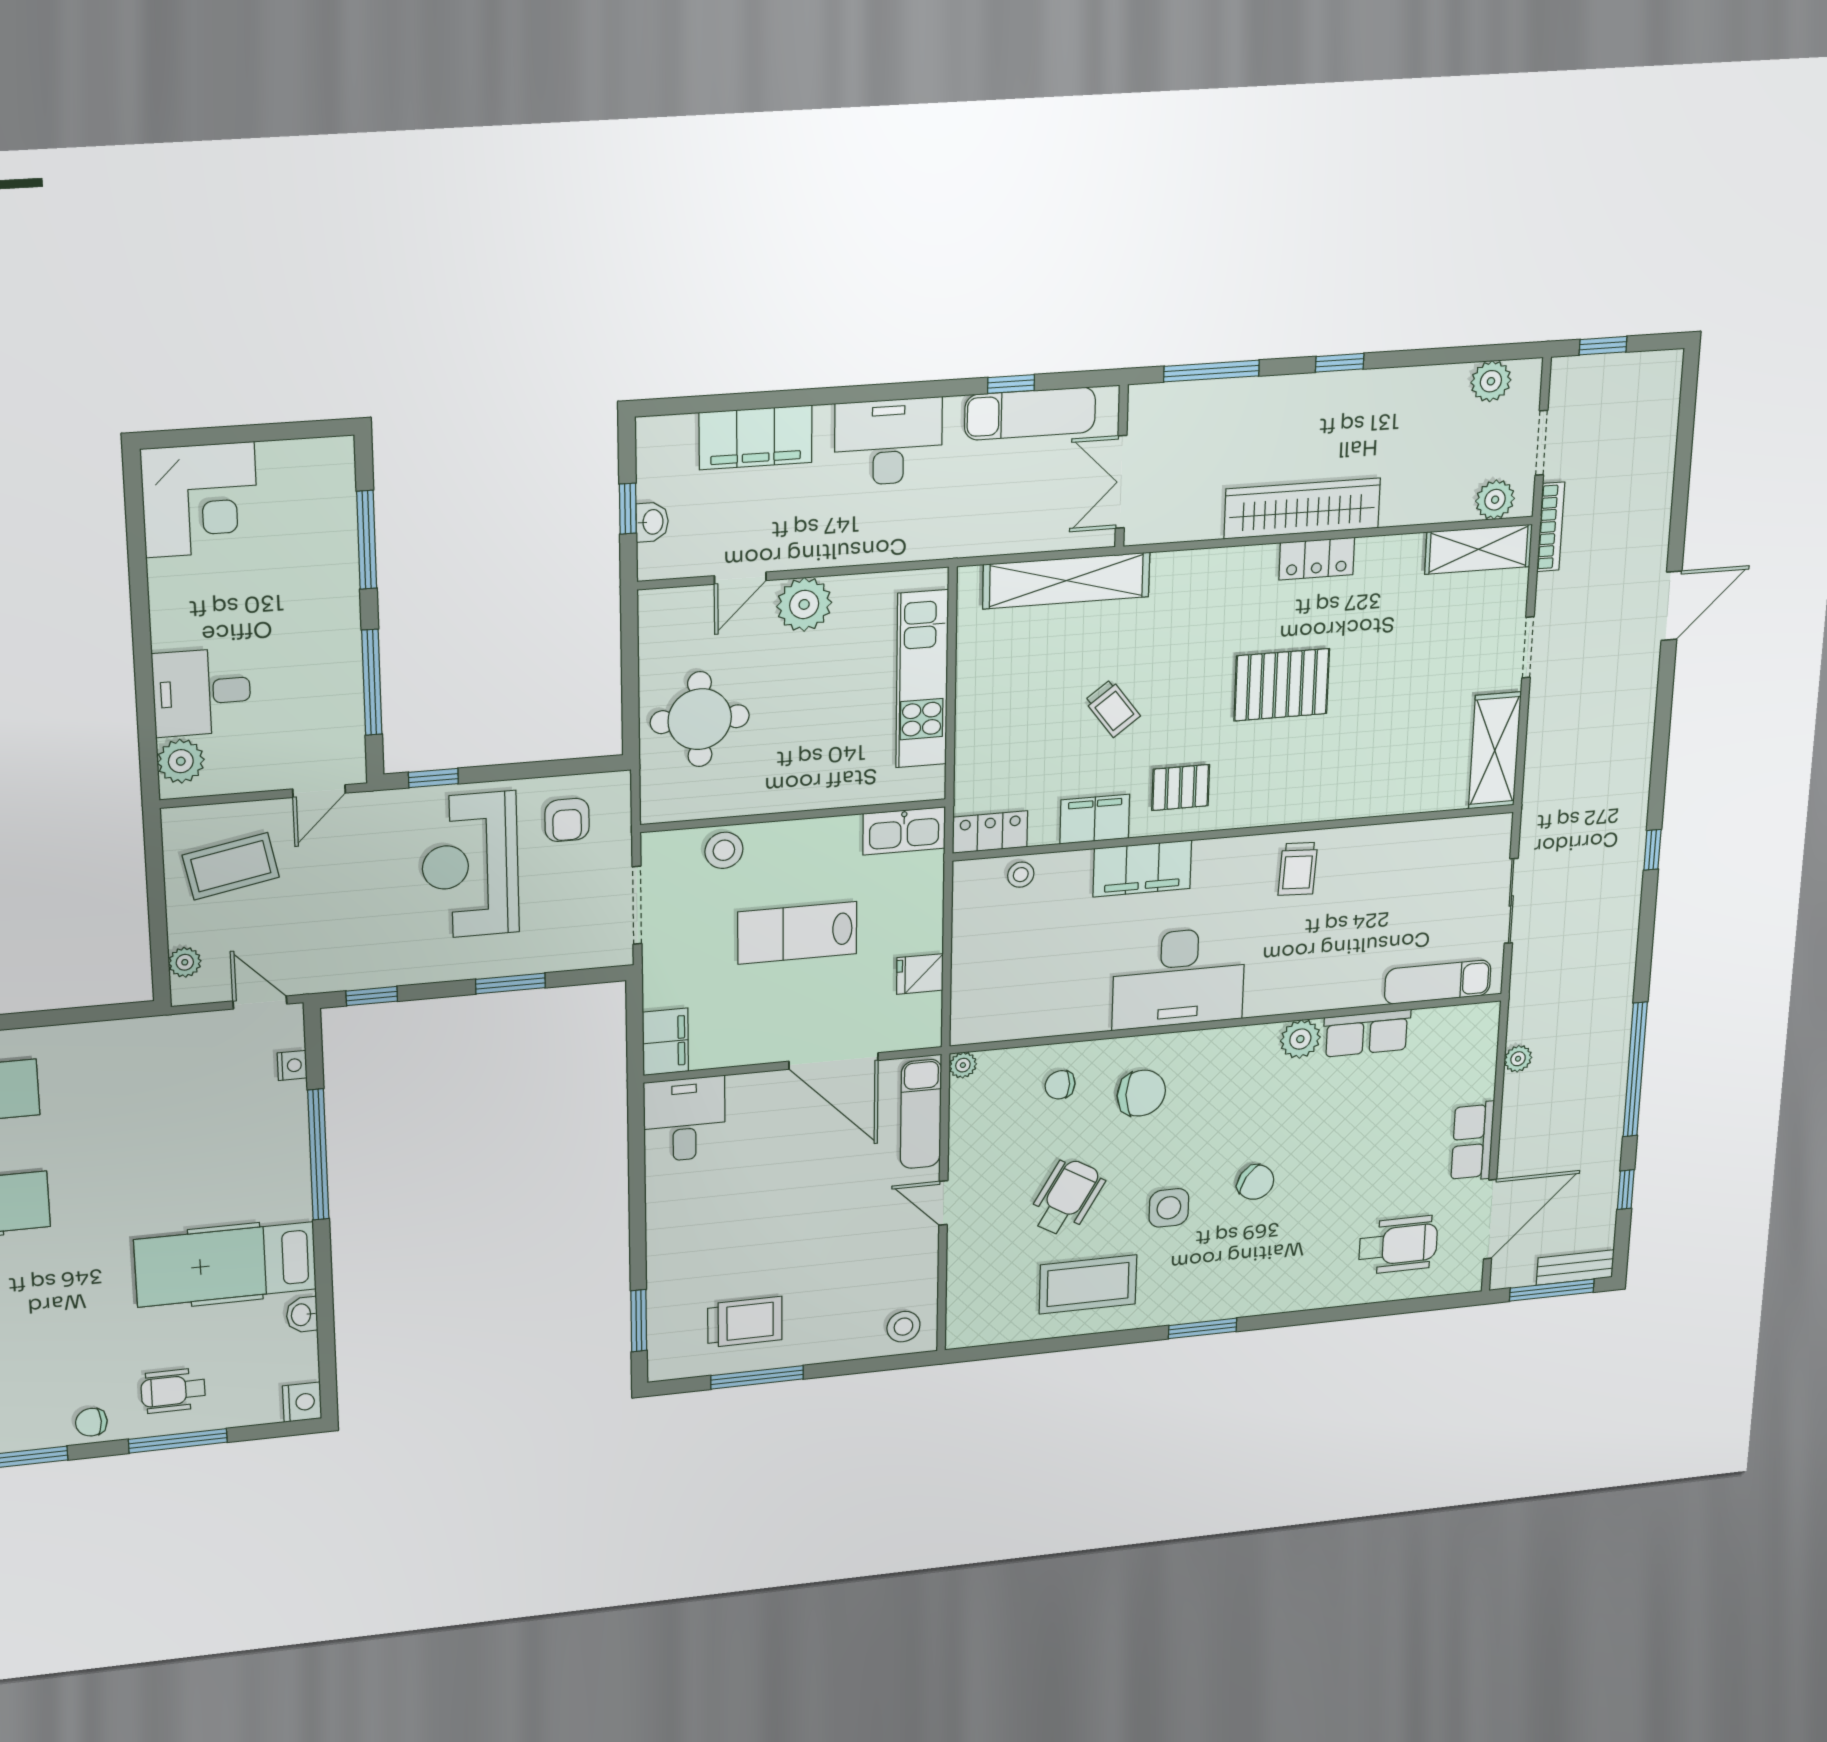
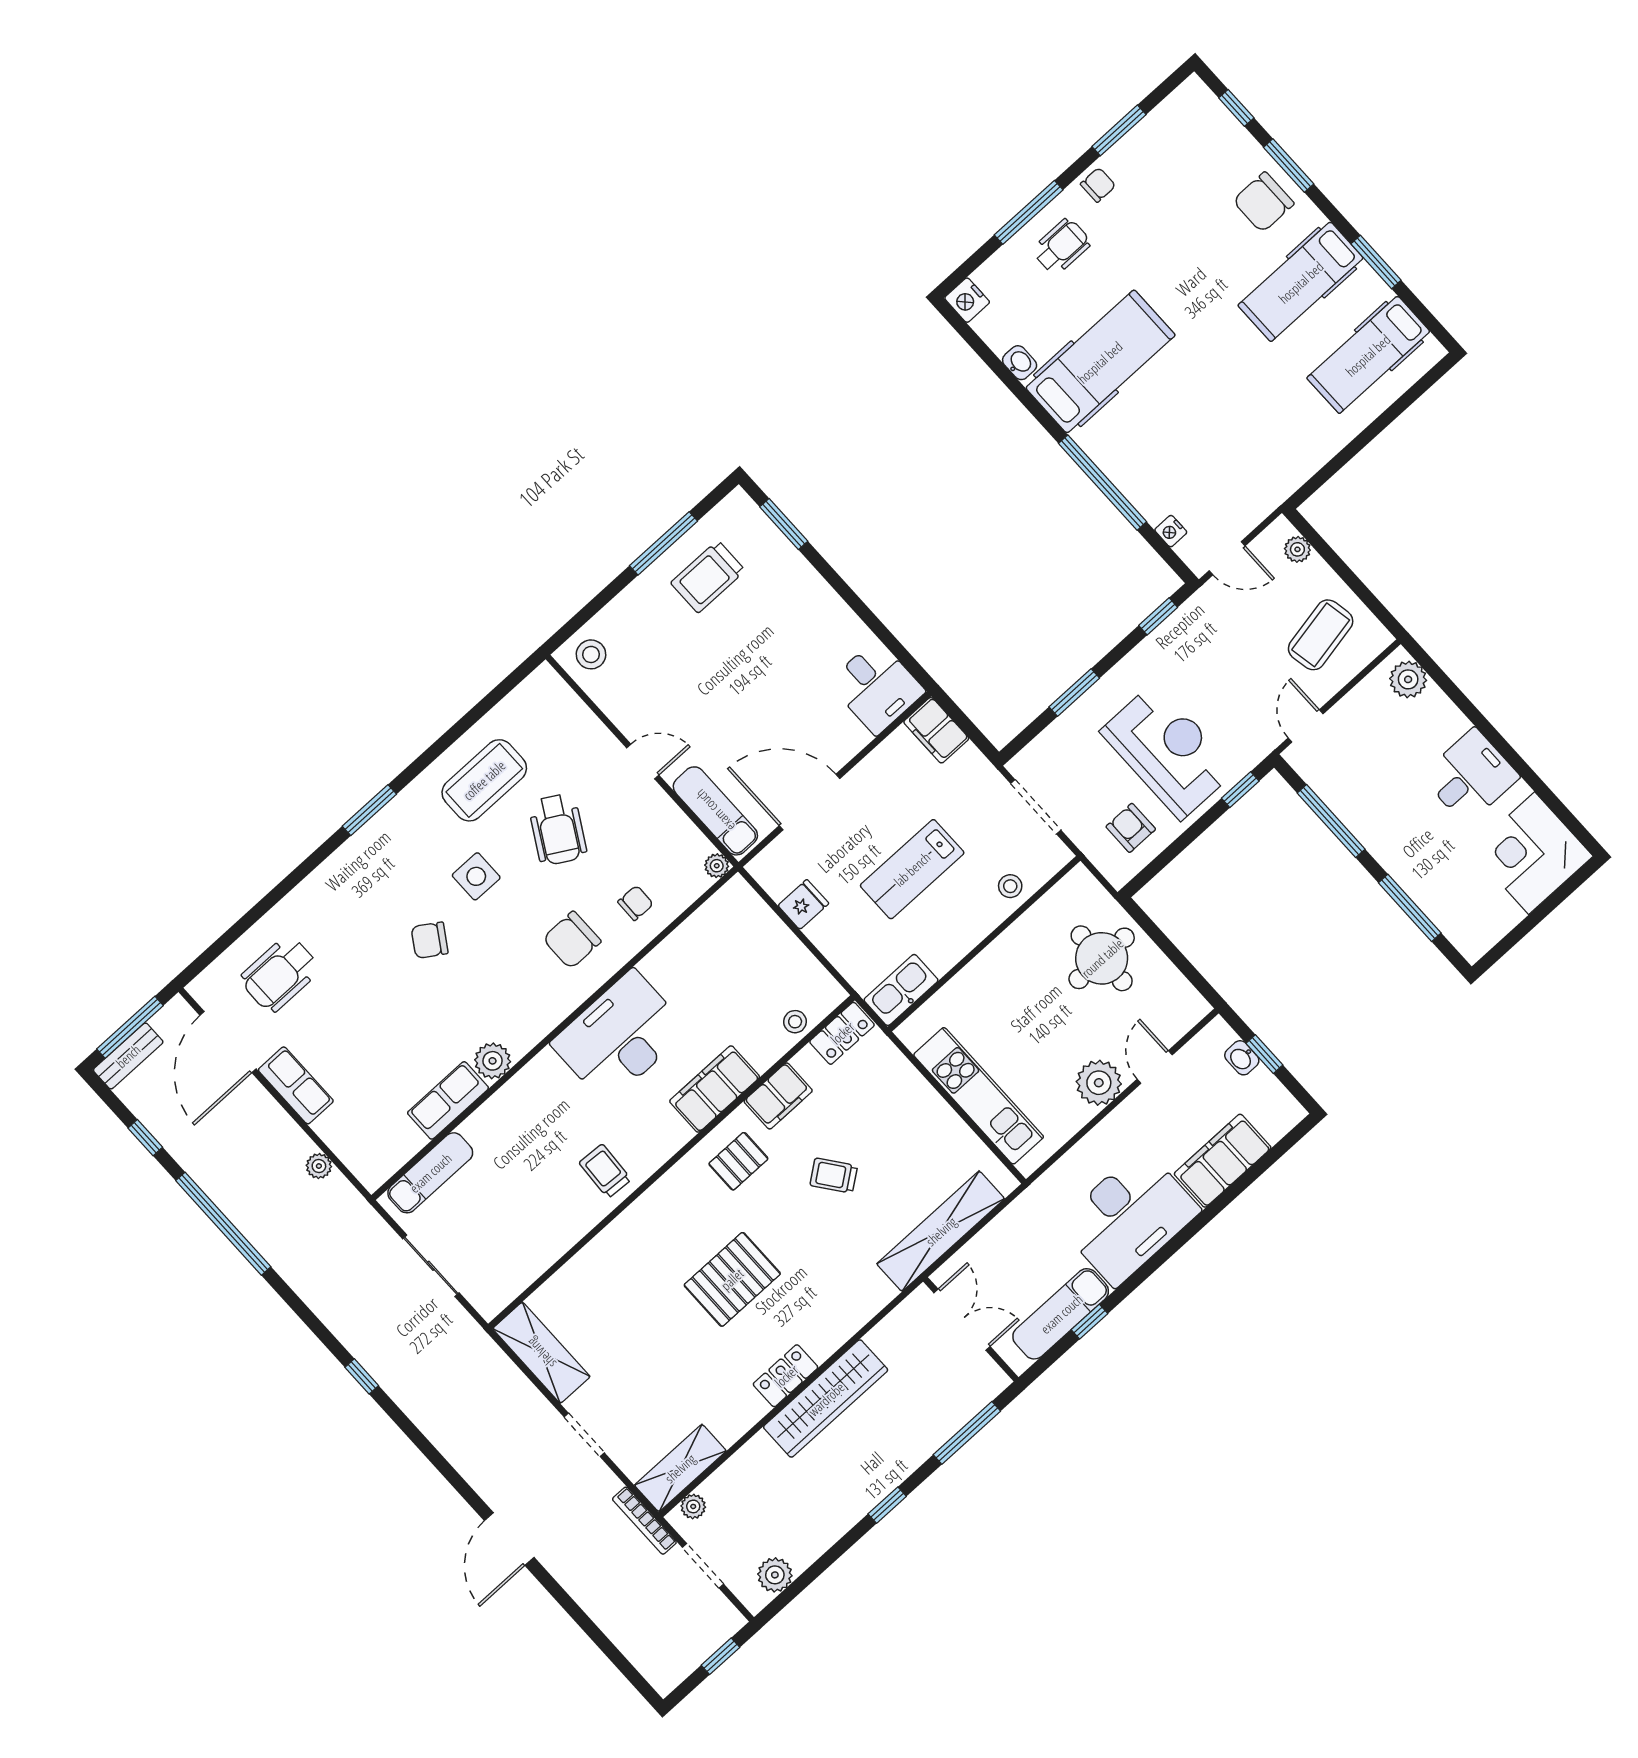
desk: (888, 442) -> (1129, 1217), width x1.36, depth x1.30
plant: (1495, 500) -> (693, 1506), width x0.73, depth x0.73
desk: (202, 692) -> (1470, 776), moved
stool: (724, 850) -> (1010, 886), width x0.73, depth x0.73
lab bench: (797, 933) -> (912, 869), turned 180

